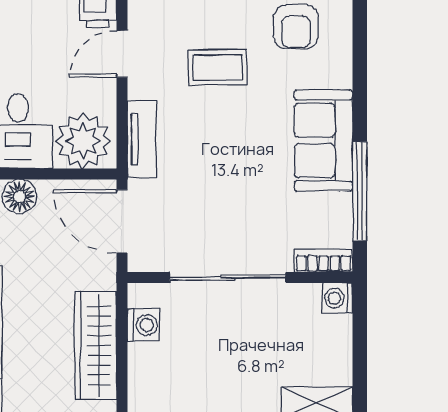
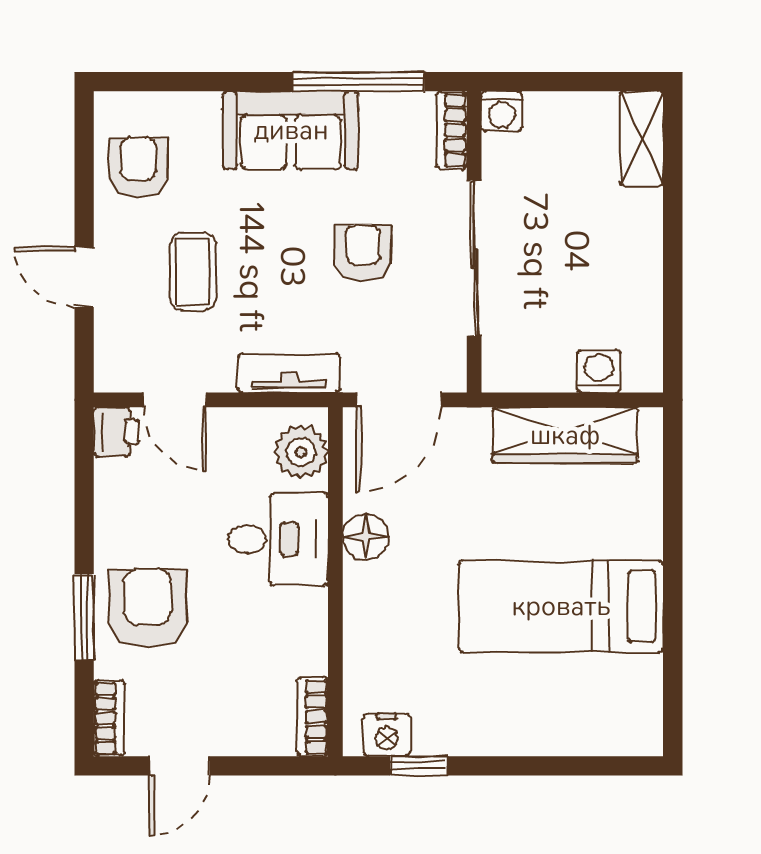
armchair: (296, 26) -> (138, 167), turned -90
plant: (83, 141) -> (301, 452), width x0.73, depth x0.73
armchair: (232, 194) -> (363, 253), added
washing machine: (143, 325) -> (599, 371), moved

